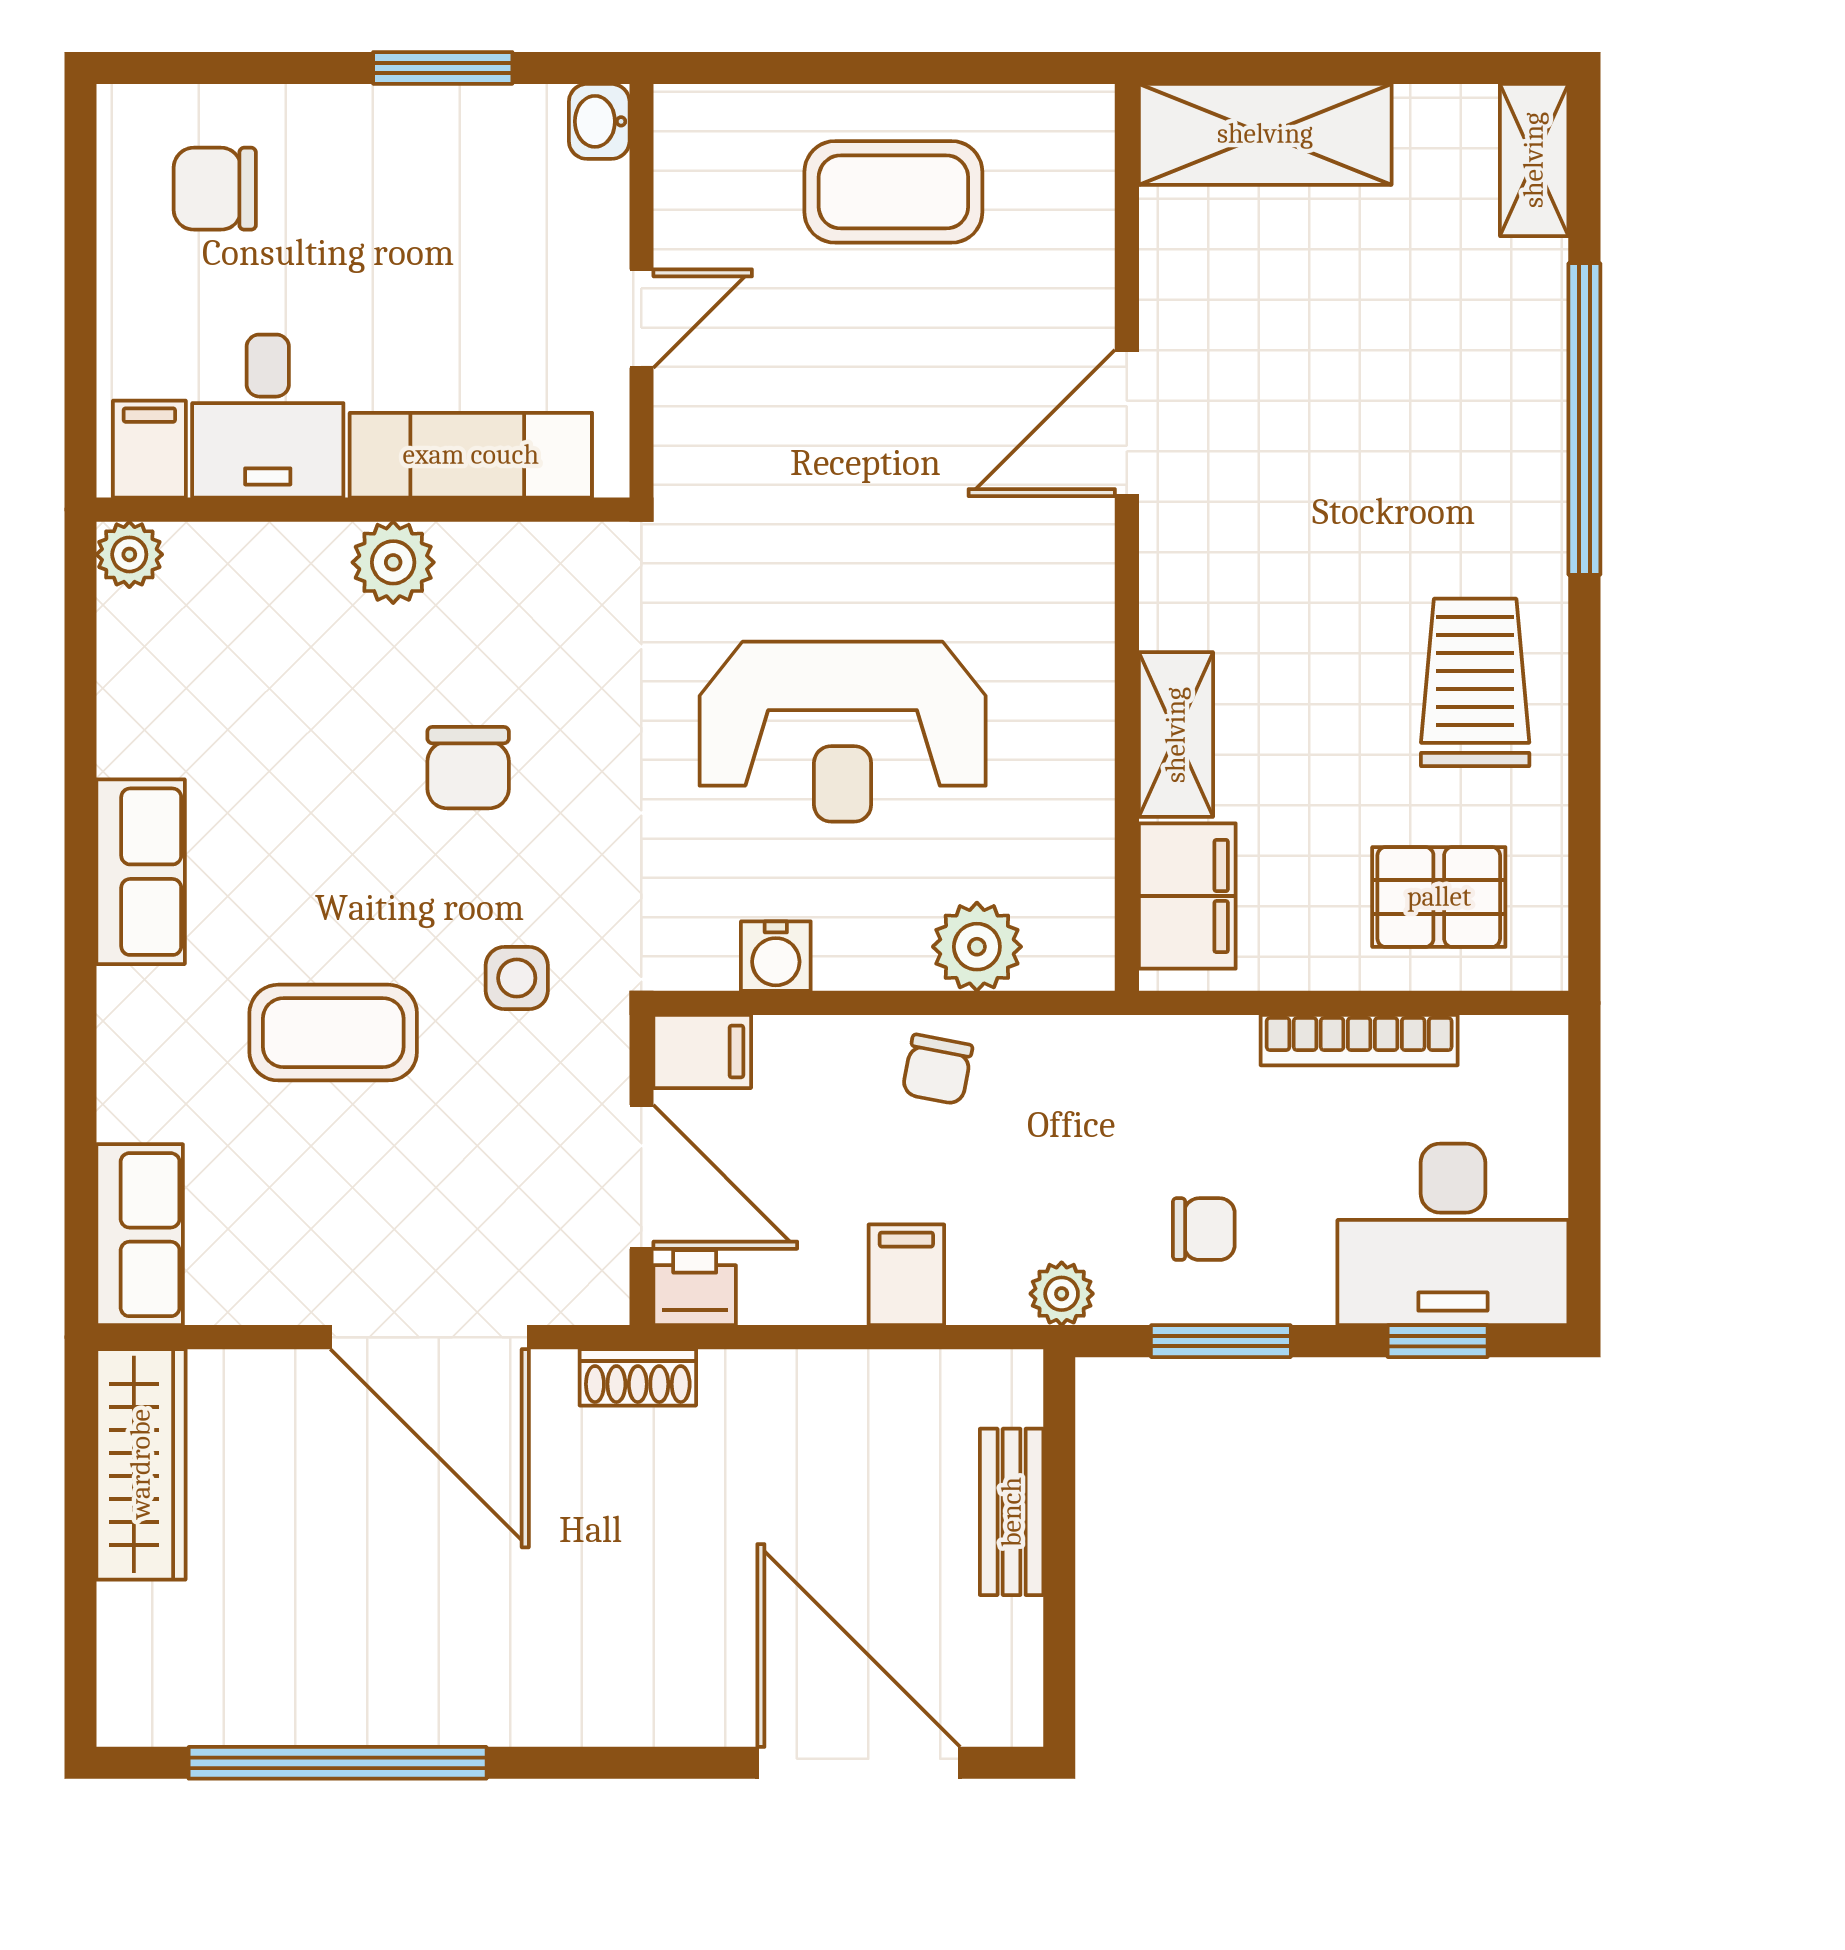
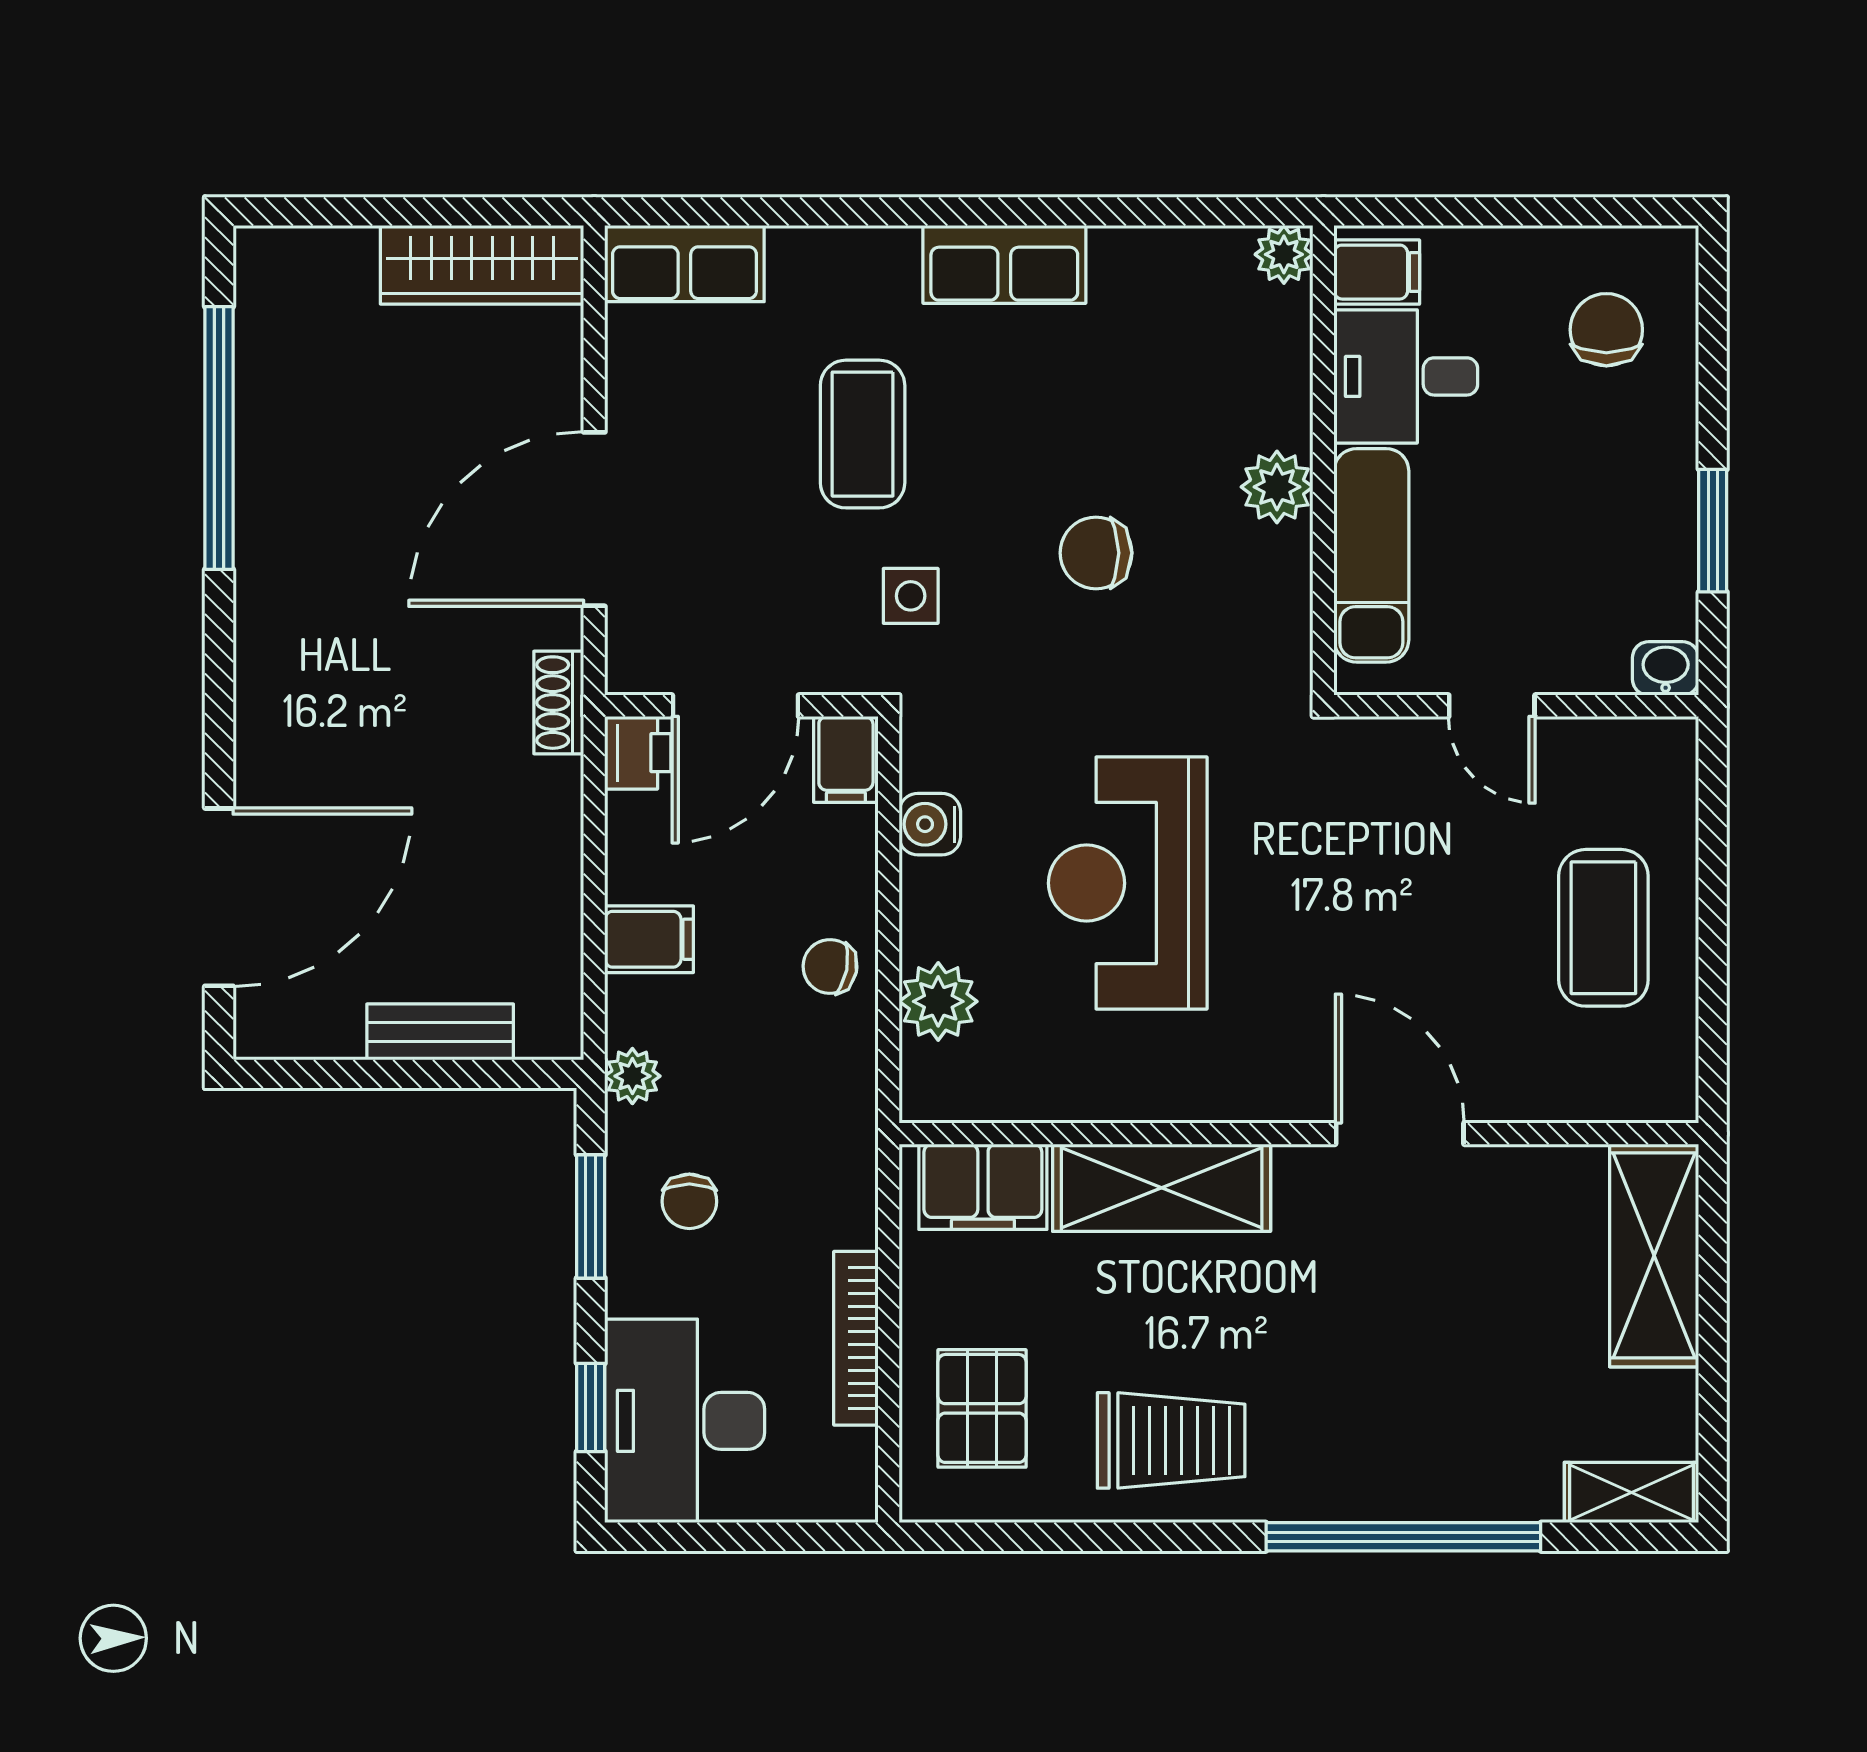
shelving: (1176, 735) -> (1162, 1188), width x1.50, depth x1.33

